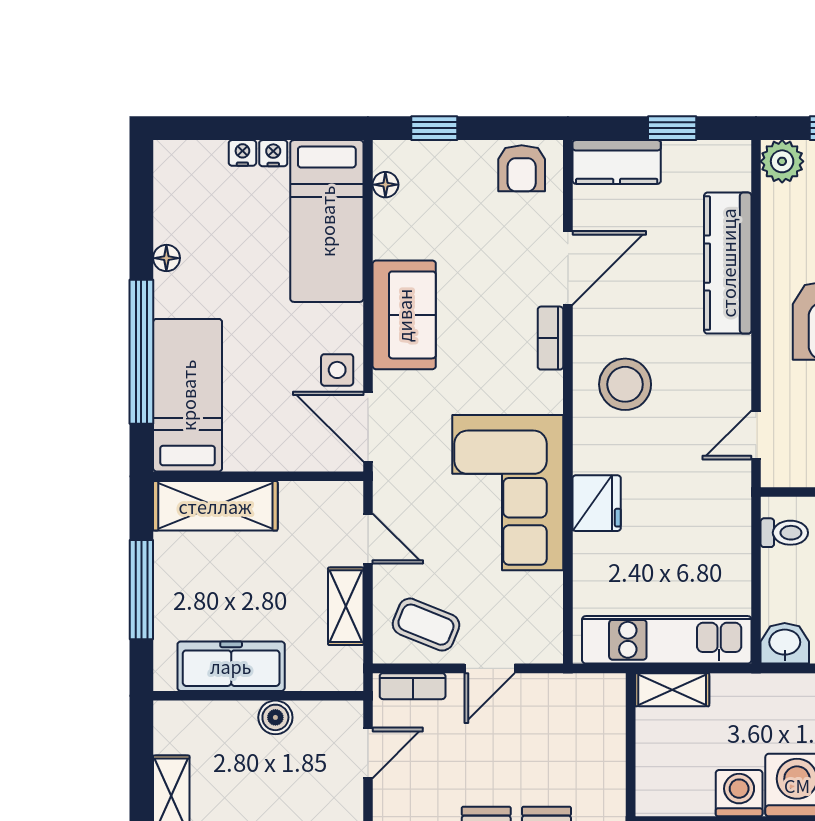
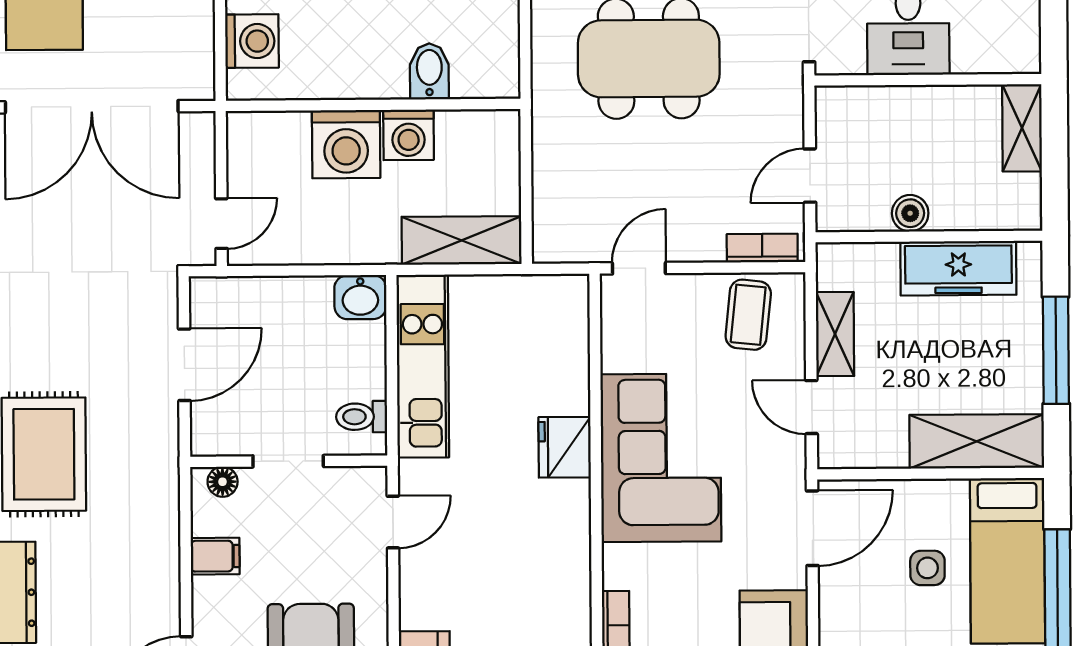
side table: (337, 370) -> (927, 568), moved
stool: (625, 384) -> (535, 576), removed
door: (368, 427) -> (812, 528), hinge flipped
coffee table: (426, 625) -> (748, 315), turned 74
kitchen unit: (667, 640) -> (423, 366), moved, turned -90
door: (490, 668) -> (639, 268), moved
shelving: (672, 690) -> (462, 240), width x1.50, depth x1.33

